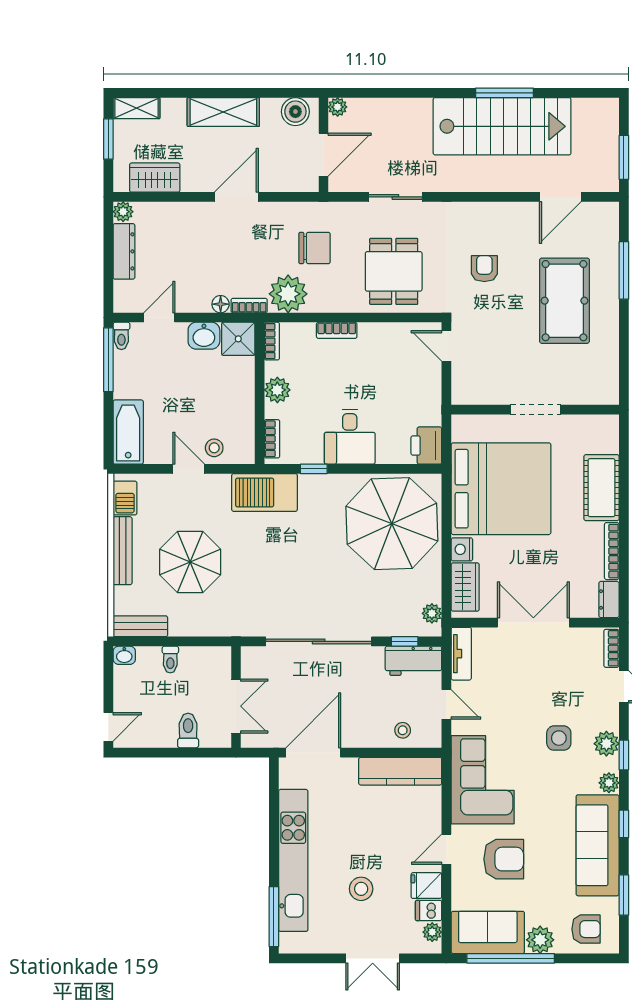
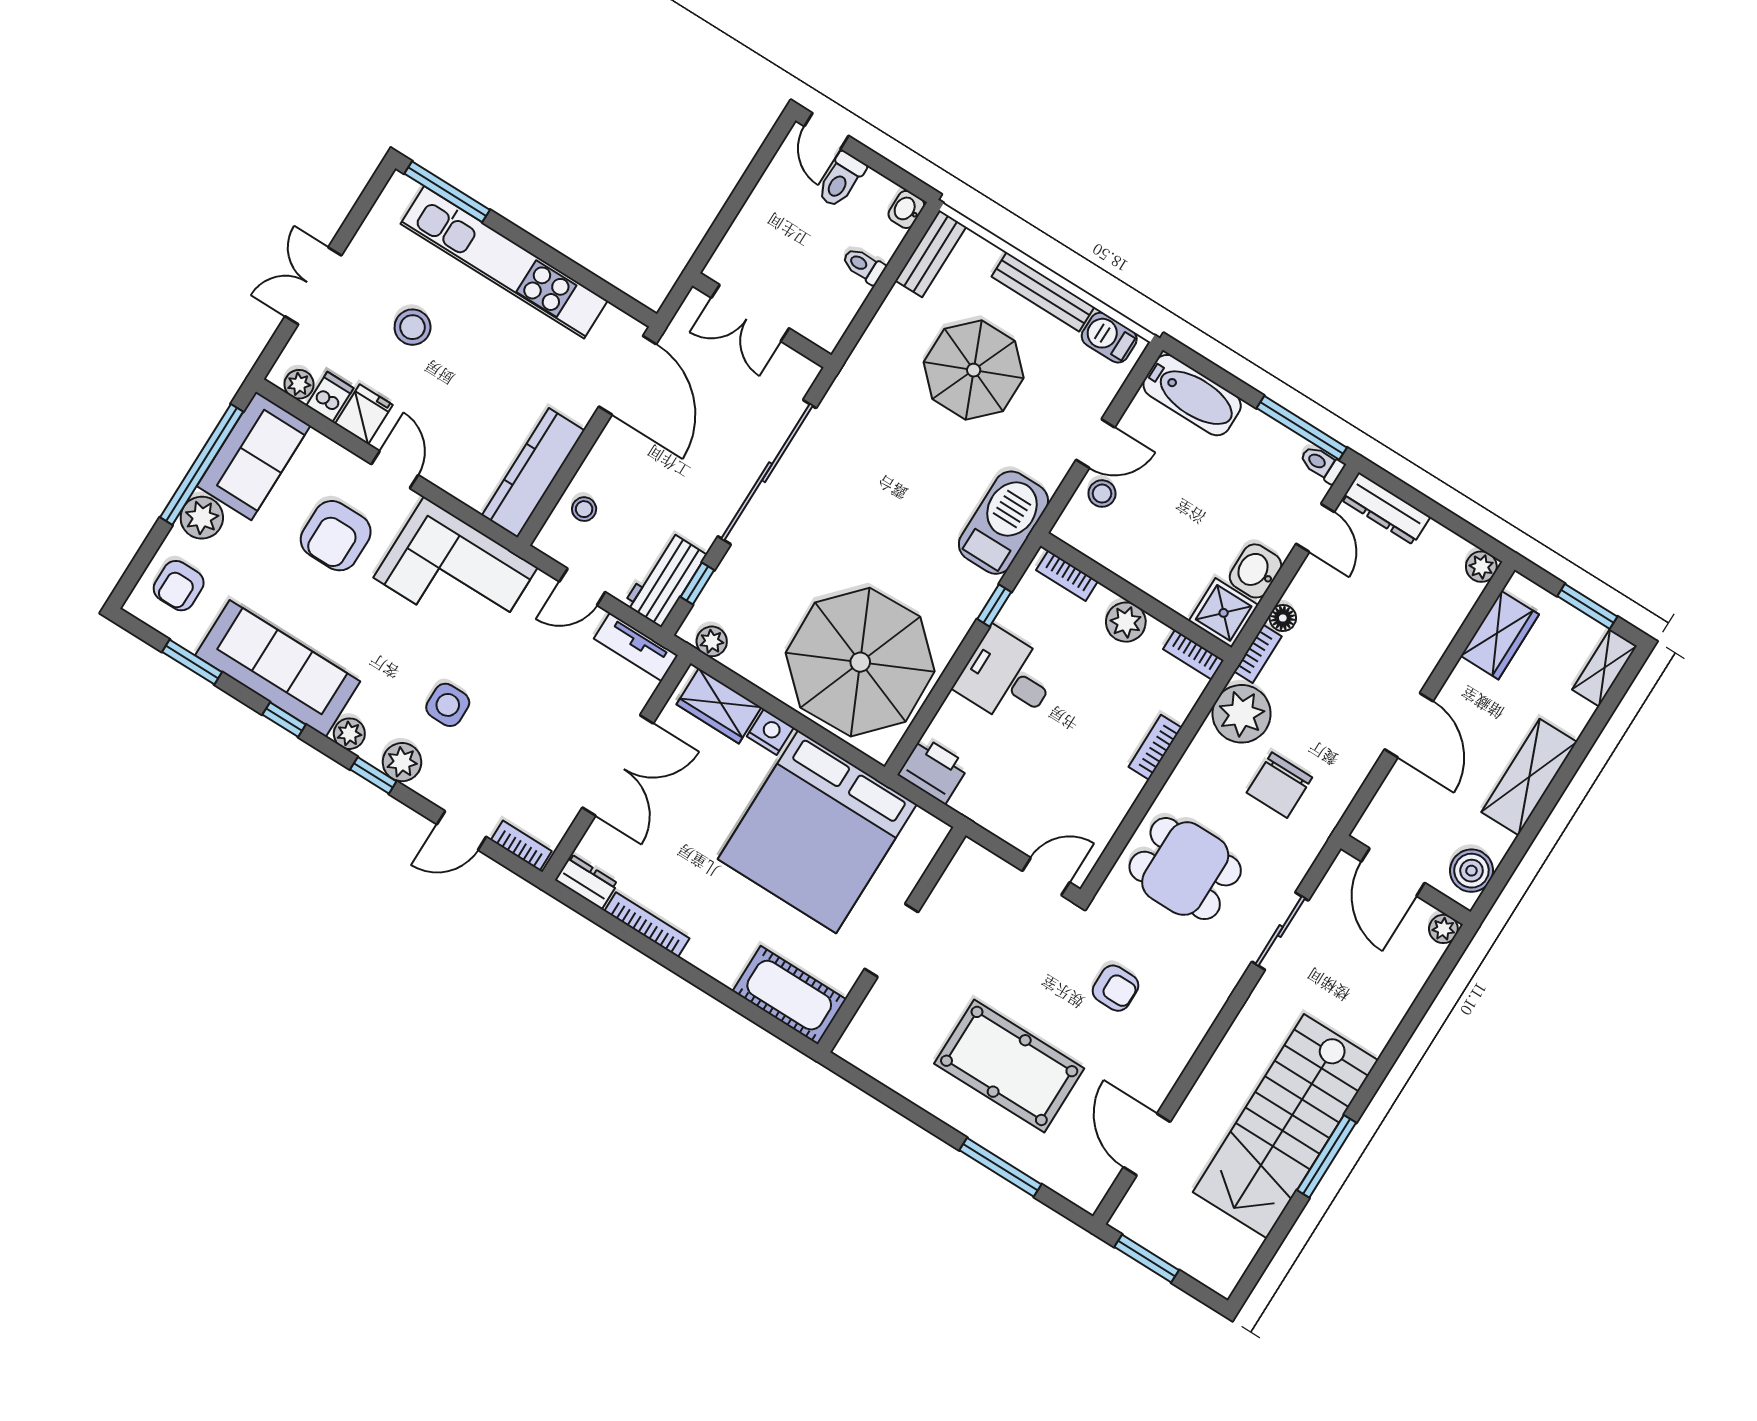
dresser: (124, 251) -> (1386, 508), moved
cot: (602, 488) -> (789, 995), moved
toilet: (188, 730) -> (841, 180), moved, turned 90

